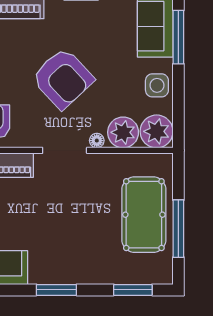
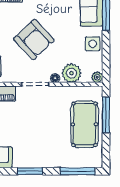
plant: (157, 131) -> (97, 77), width x0.53, depth x0.53
window: (178, 229) -> (106, 115), moved
window: (133, 290) -> (78, 171), width x1.44

